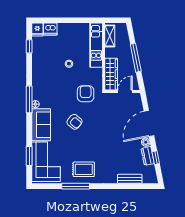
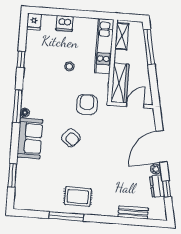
dishwasher: (50, 29) -> (65, 23), moved
window: (29, 46) -> (21, 59), moved
window: (136, 58) -> (149, 47), moved
corner sofa: (46, 162) -> (32, 184), removed

